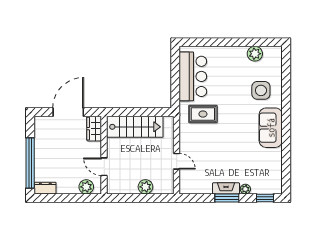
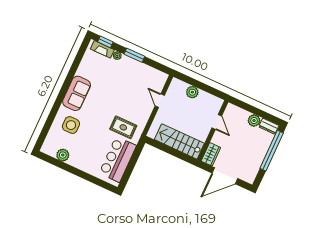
plant: (86, 187) -> (254, 121), moved
fireplace: (226, 188) -> (102, 49), moved

